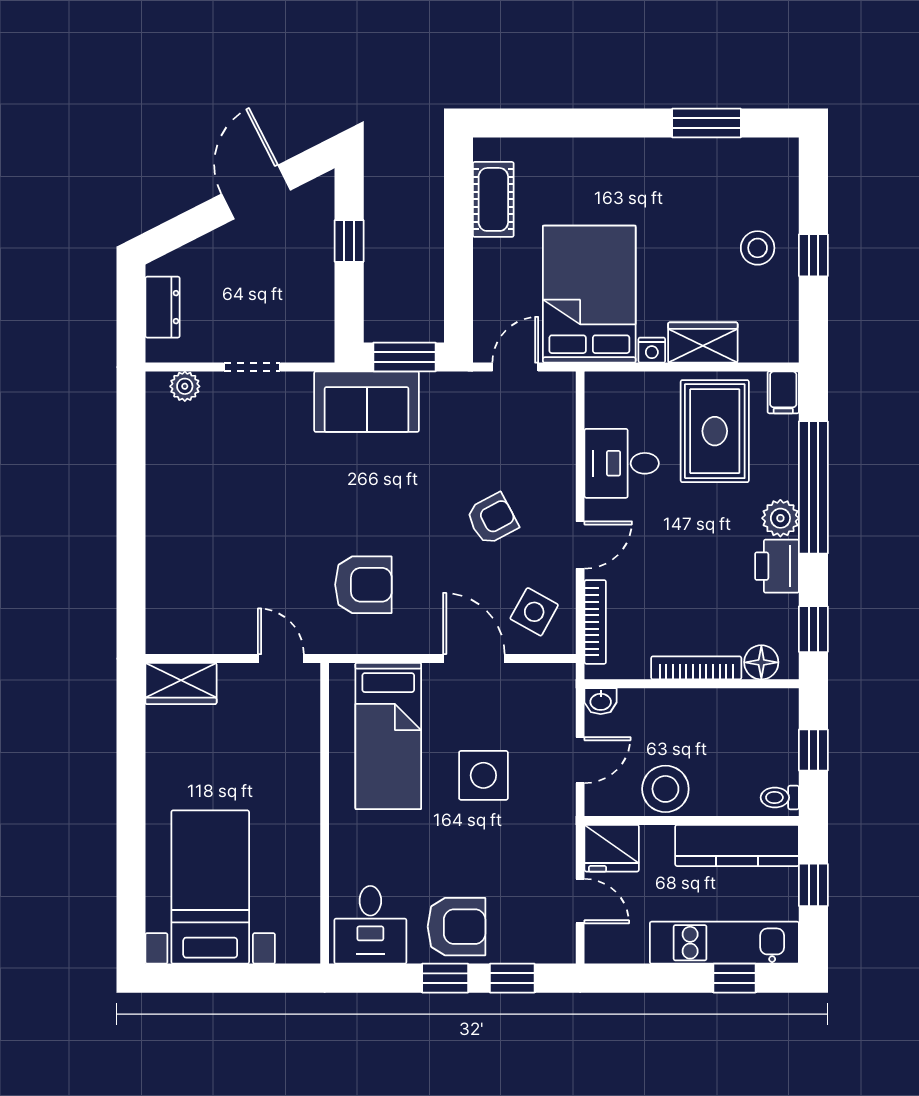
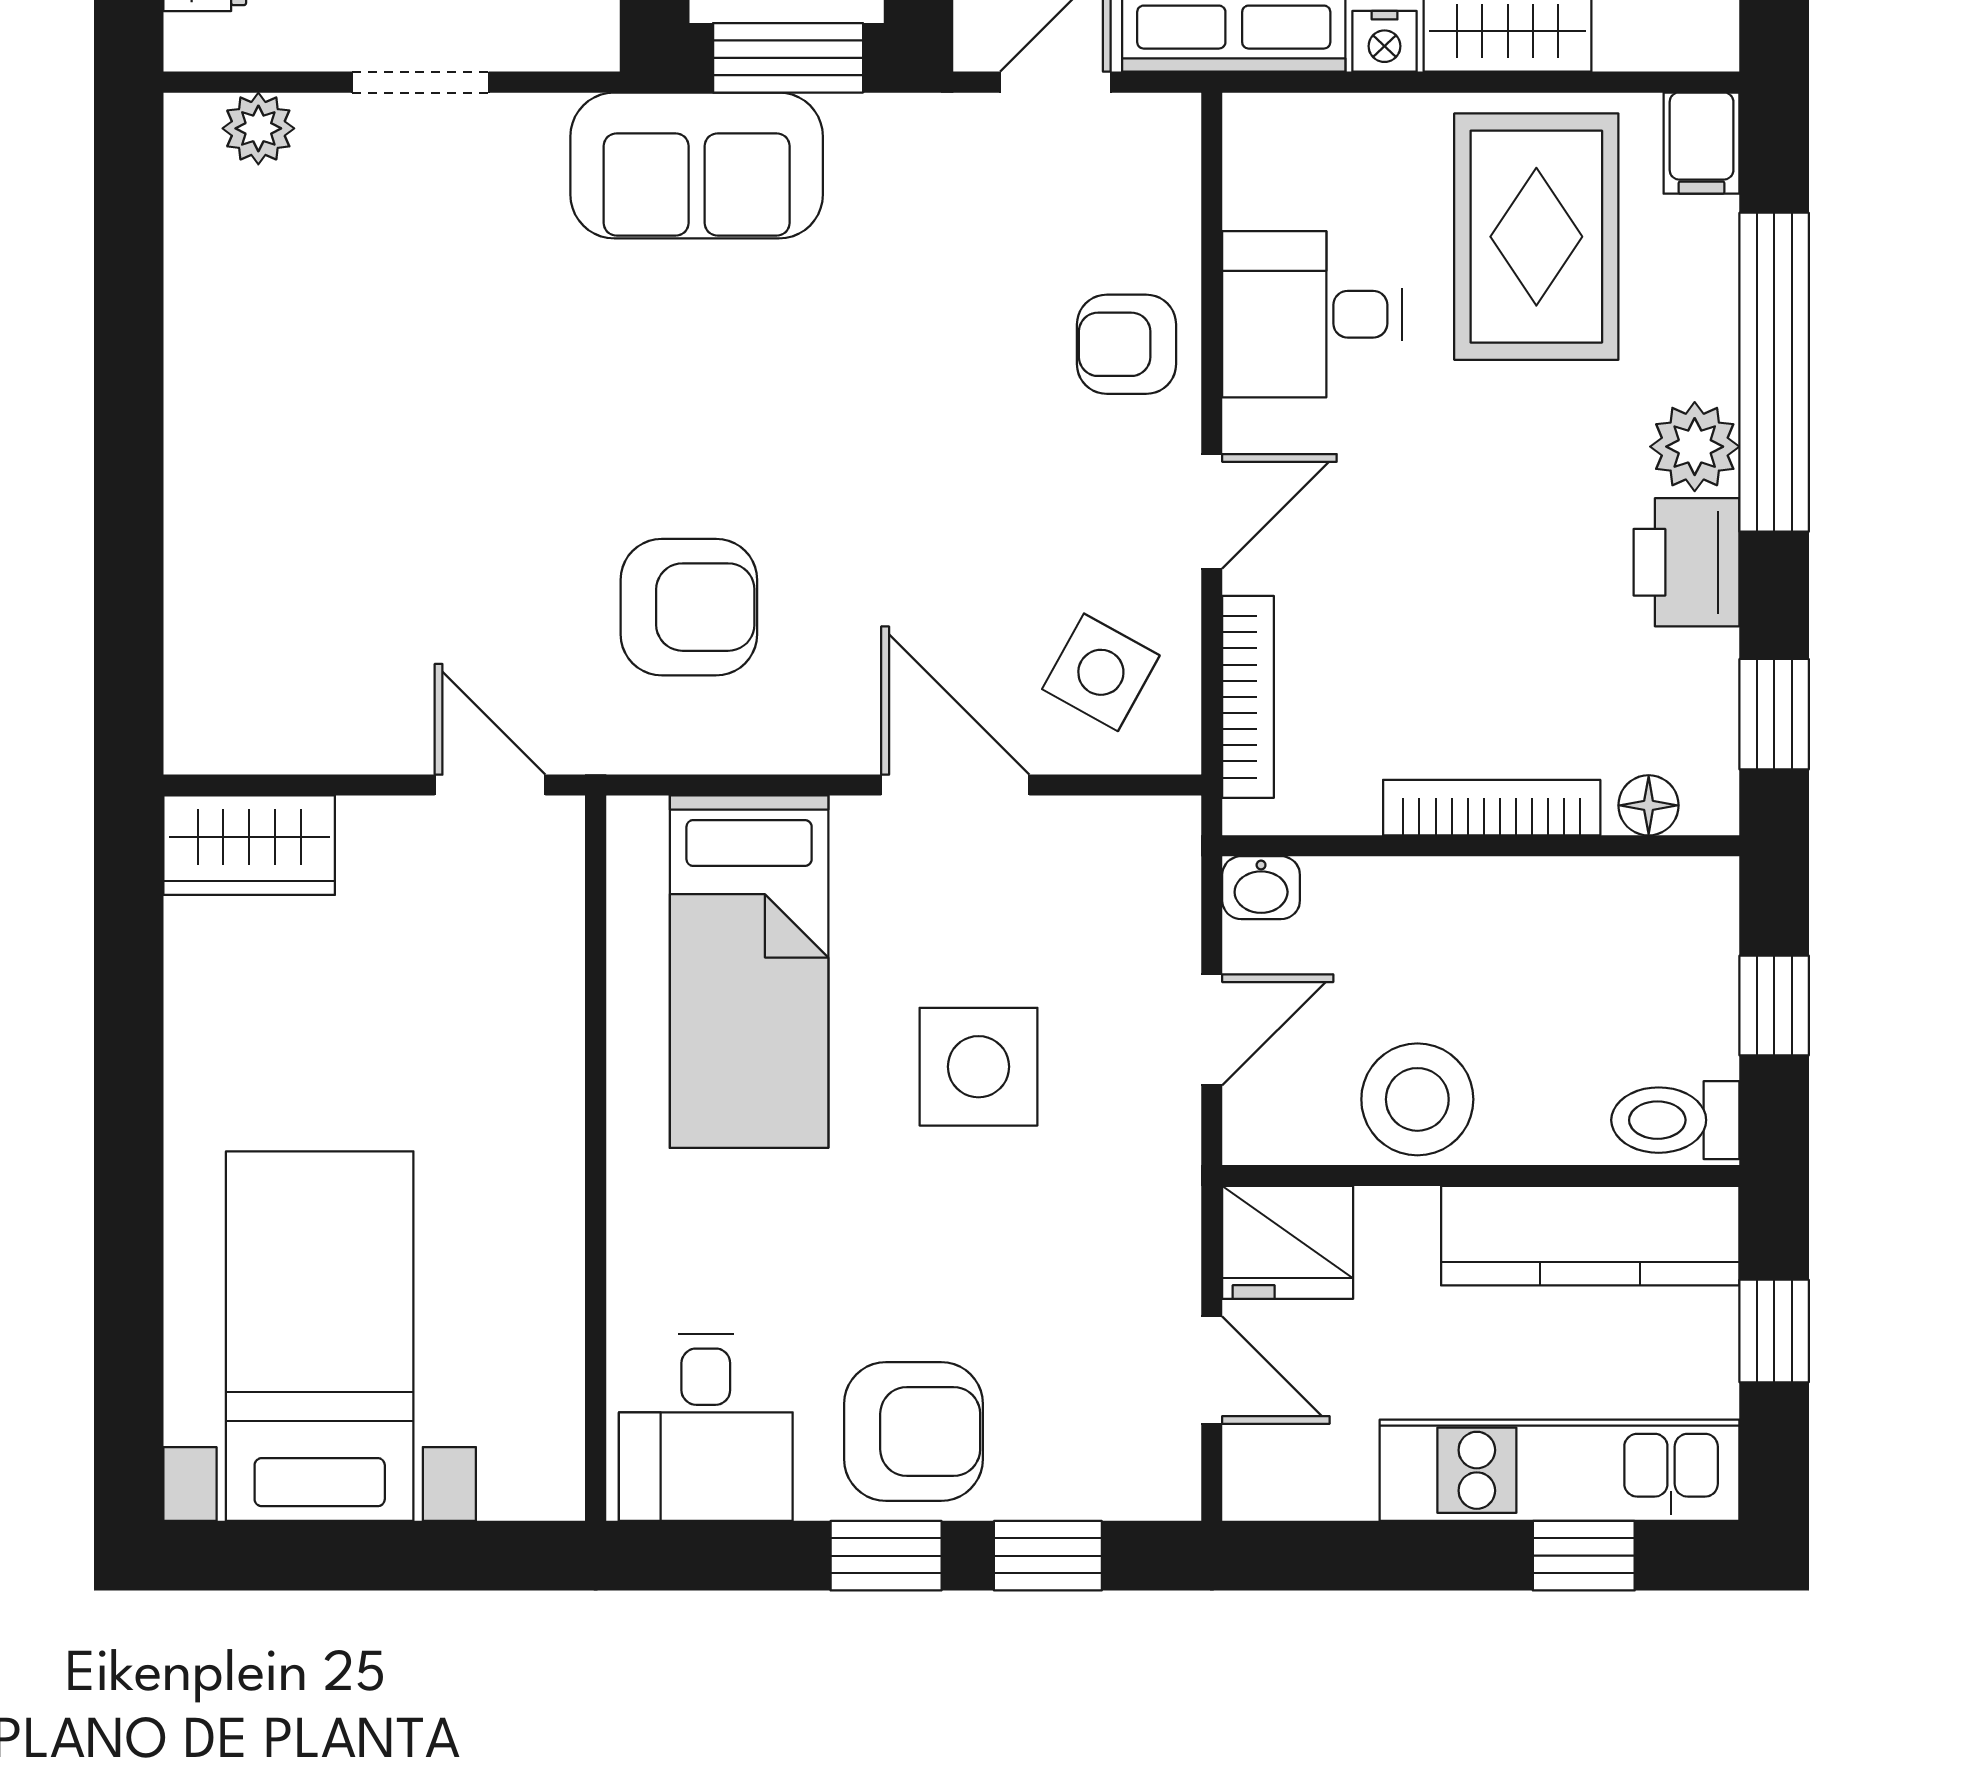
armchair: (492, 519) -> (1126, 344), moved, turned -152
floor lamp: (761, 662) -> (1649, 805), width x0.73, depth x0.73
toilet: (780, 797) -> (1675, 1120), width x1.37, depth x1.39

